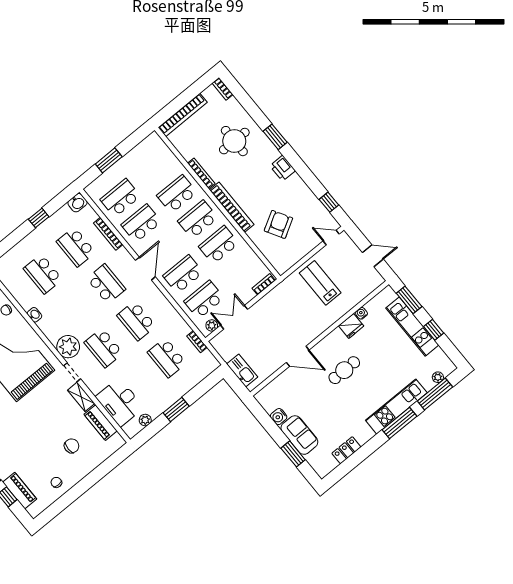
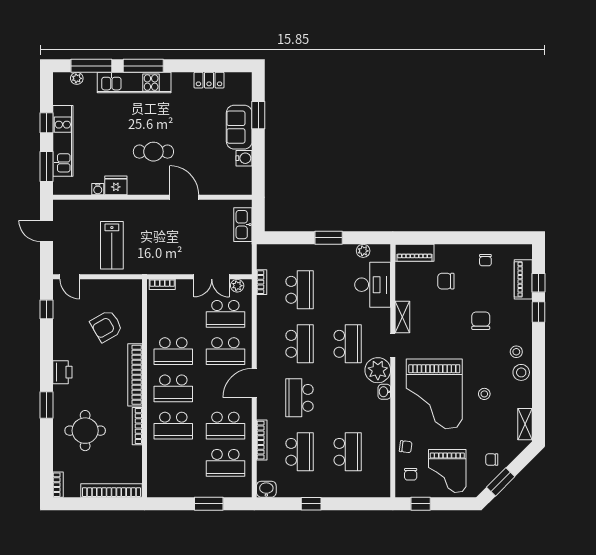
washbasin: (34, 315) -> (384, 392), moved
piano: (101, 423) -> (415, 253), moved, turned 90
chair: (26, 438) -> (481, 321), added

